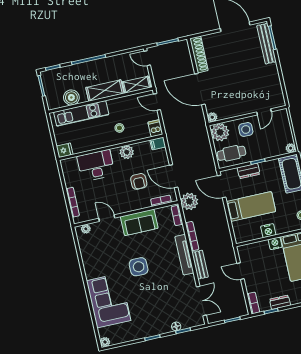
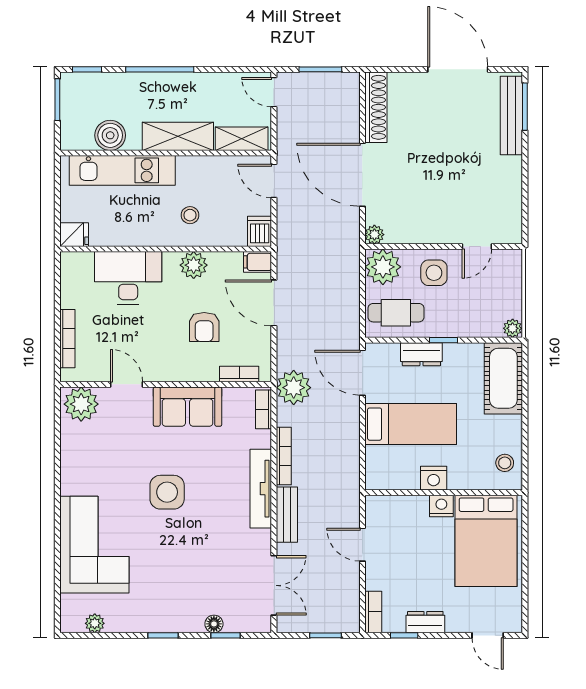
door: (174, 176) -> (274, 303), moved
plant: (86, 229) -> (81, 404), width x1.88, depth x1.88
plant: (105, 342) -> (95, 623), moved

